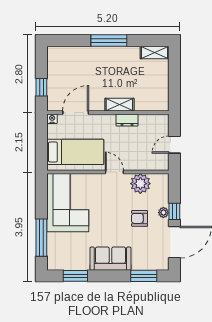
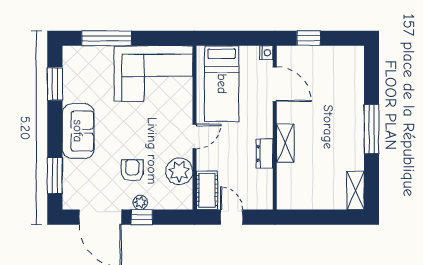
cot: (154, 163) -> (207, 190), added

